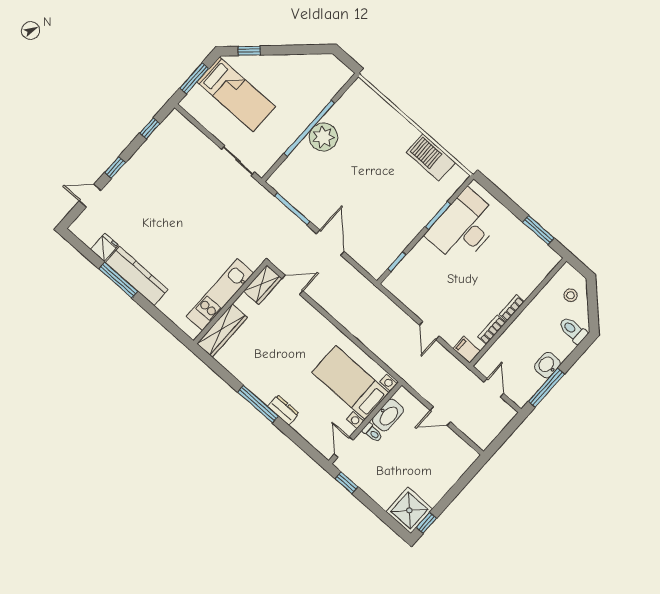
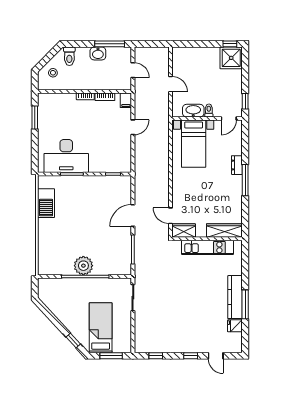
door: (494, 388) -> (133, 70), swing flipped

